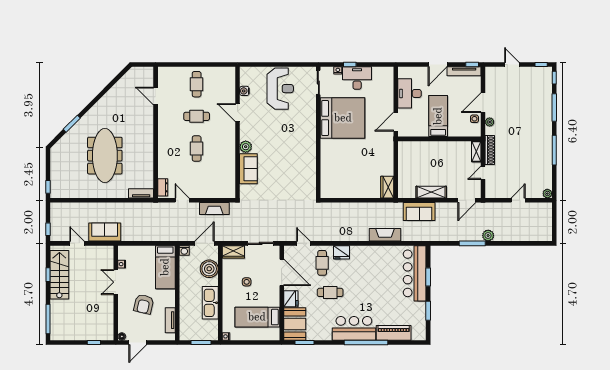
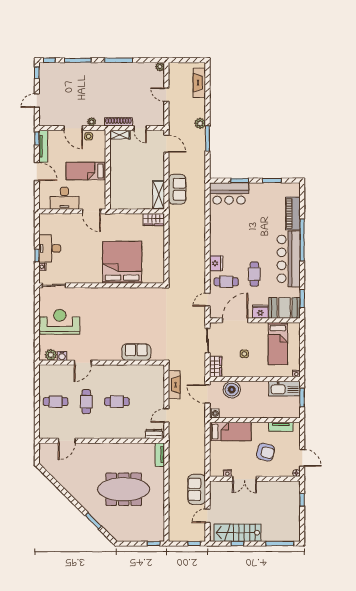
bed: (343, 118) -> (122, 262), moved
plant: (246, 147) -> (51, 355), moved
shelving: (431, 192) -> (159, 195), moved
fireplace: (385, 235) -> (199, 83), moved
bar counter: (415, 273) -> (229, 193), width x0.73
kitchen sink: (210, 303) -> (284, 389), moved
bar counter: (354, 328) -> (289, 259), width x1.36

